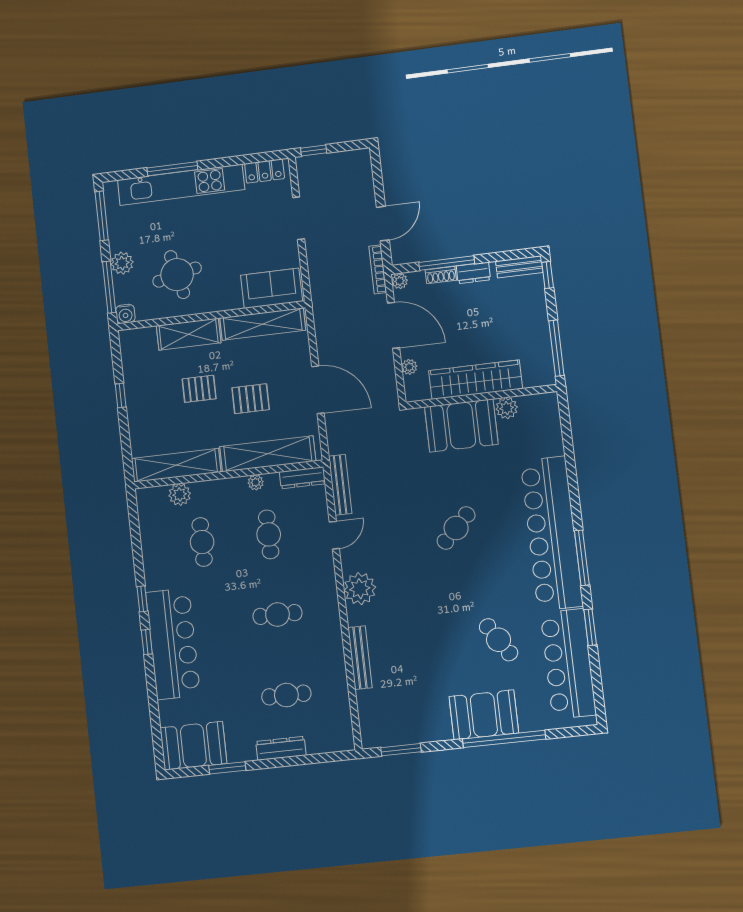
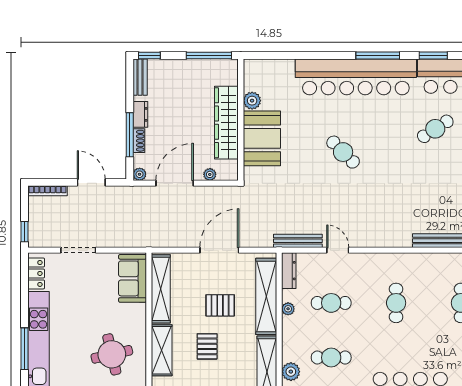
bookcase: (378, 269) -> (48, 191), moved
pallet: (251, 399) -> (220, 305), turned 90
plant: (360, 589) -> (383, 234), removed

